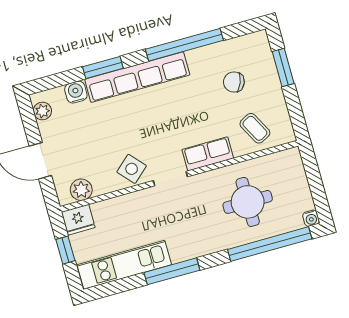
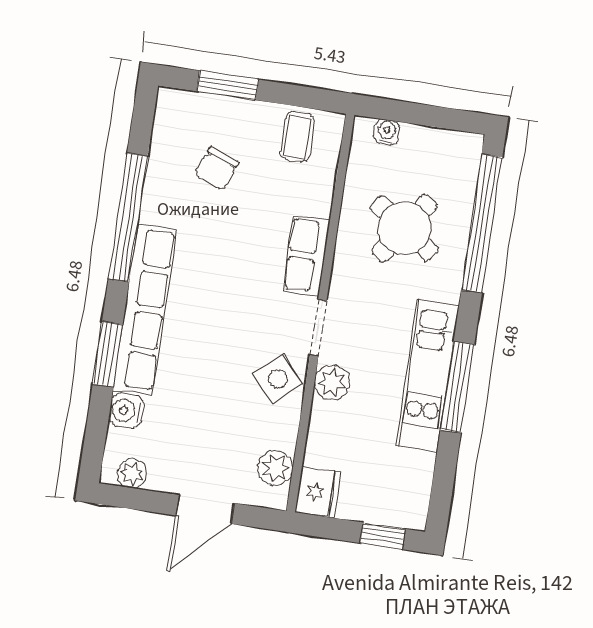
coffee table: (255, 128) -> (298, 137), moved, turned -62
plant: (143, 200) -> (332, 382), added
round table: (248, 202) -> (404, 228), turned 35
water cooler: (311, 218) -> (387, 132), moved, turned -90
window: (65, 250) -> (383, 536), moved
kitchen unit: (124, 265) -> (427, 376), moved

